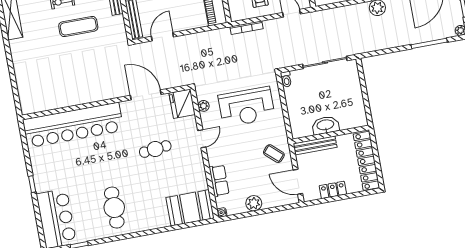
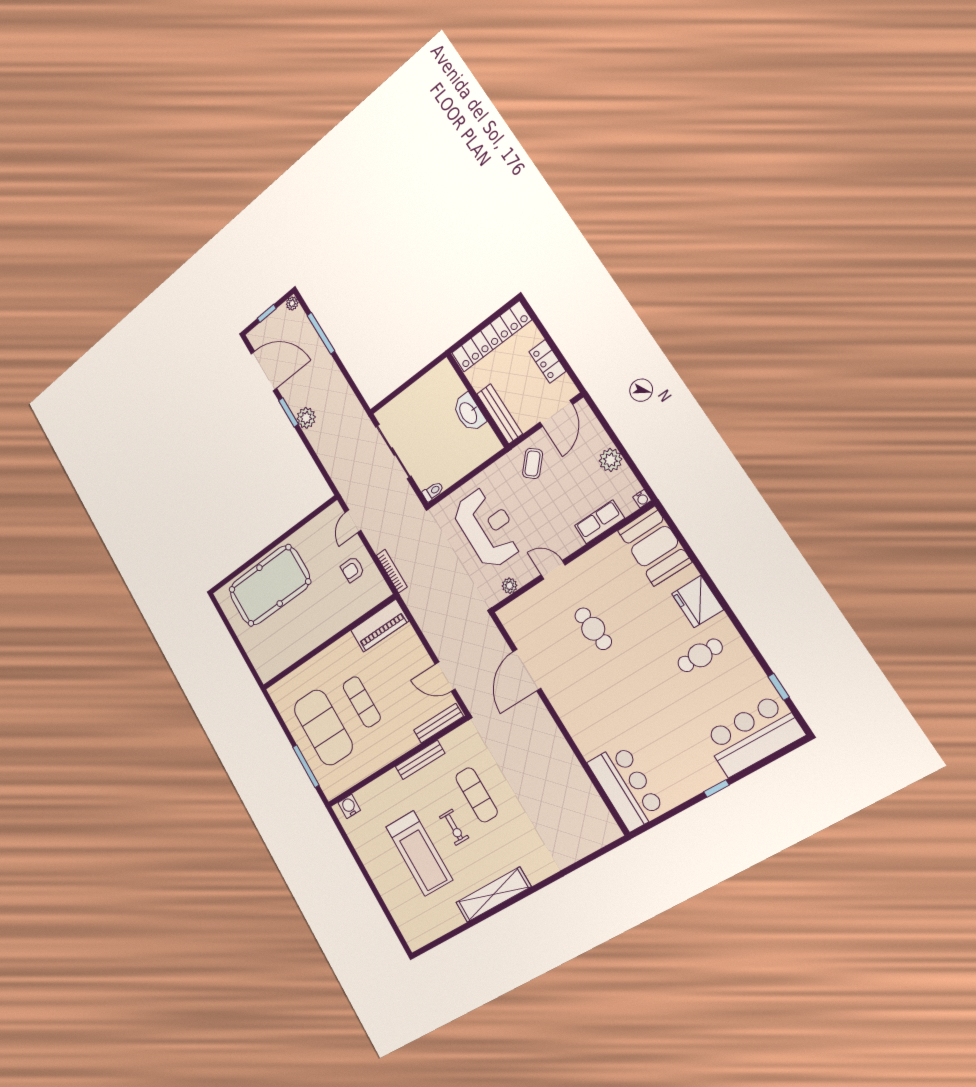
fridge: (182, 104) -> (697, 602), moved, turned 90
bar counter: (73, 125) -> (626, 787), width x0.54
cafe table: (114, 208) -> (700, 655), width x0.73, depth x0.74

